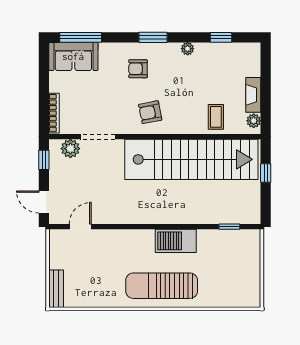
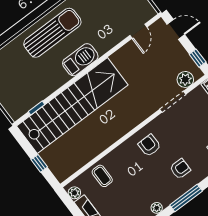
window: (153, 37) -> (186, 198), width x1.44
armchair: (150, 112) -> (149, 145), turned -80
stairs: (191, 159) -> (72, 105), moved, turned 180
barbecue: (176, 241) -> (80, 60), moved

